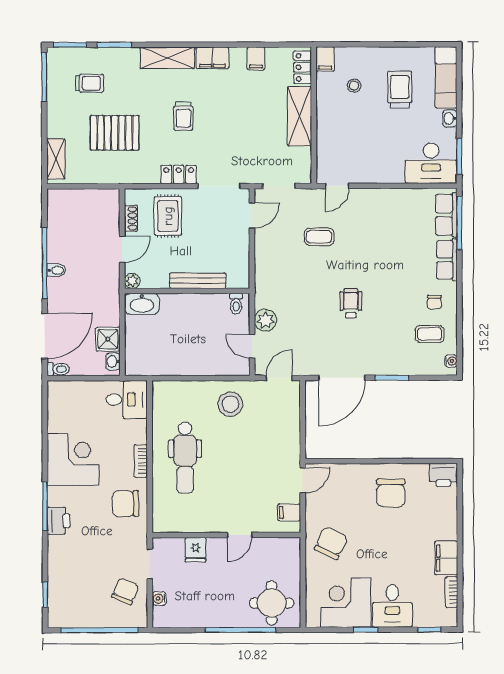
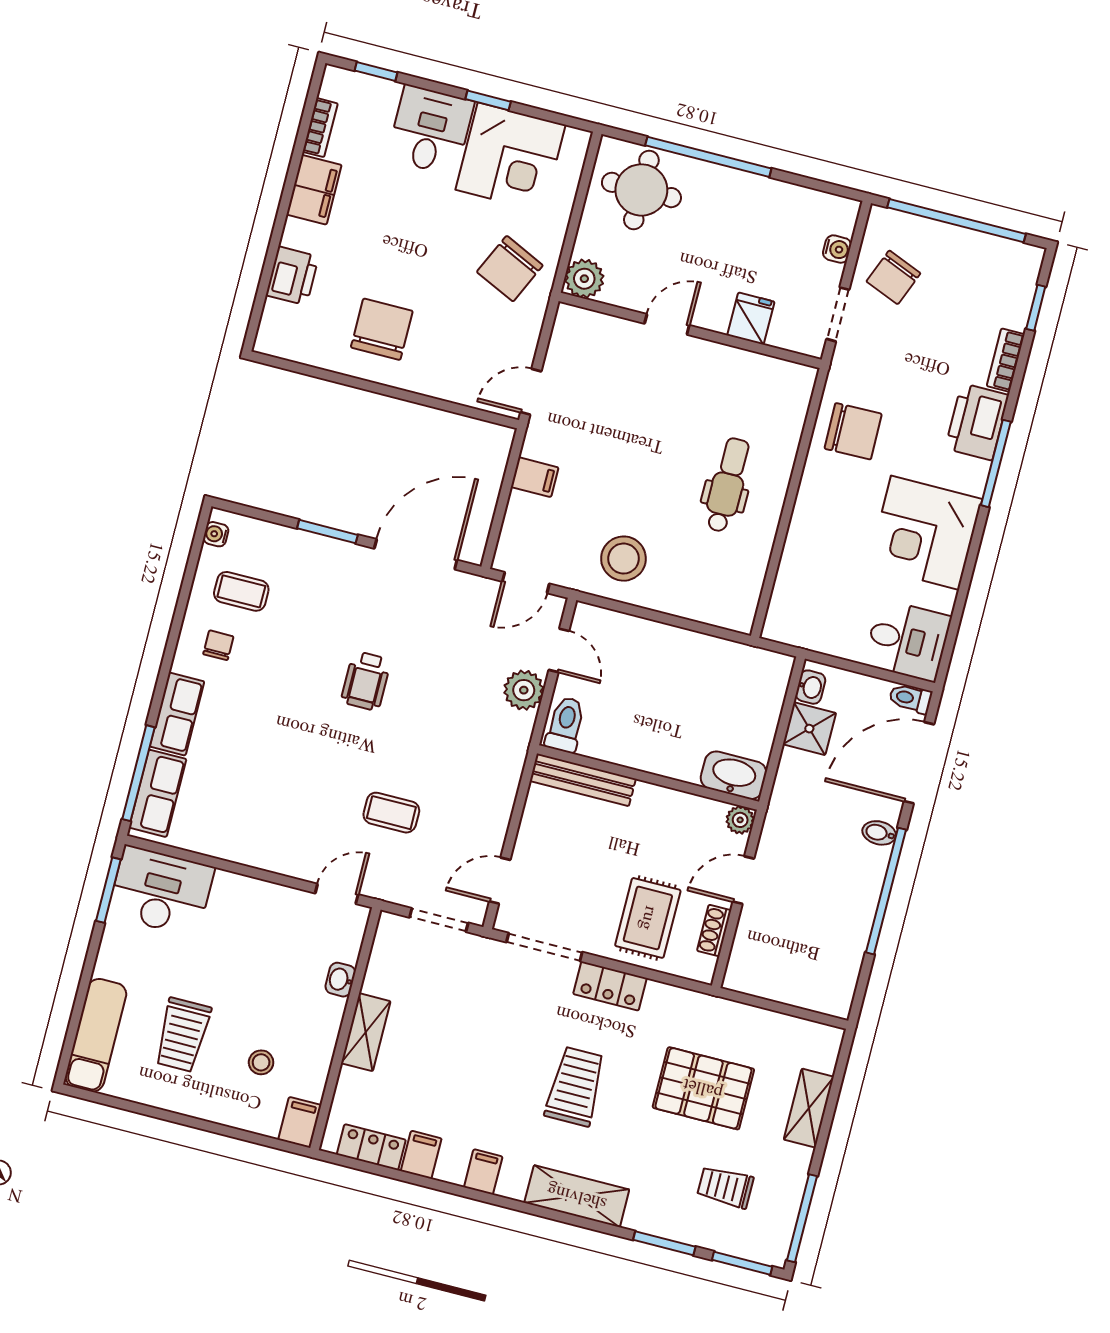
filing cabinet: (212, 58) -> (483, 1172), width x0.50
locker: (303, 67) -> (371, 1147), moved, turned -90
trolley: (183, 116) -> (575, 1086), width x1.36, depth x1.39
shelving: (299, 116) -> (366, 1032), width x0.67, depth x0.75
washbasin: (450, 118) -> (340, 980), moved, turned 180
shelving: (56, 159) -> (809, 1108), moved
bidet: (56, 270) -> (879, 833), moved
bench: (198, 281) -> (583, 780), moved
toilet: (236, 304) -> (565, 724), width x1.37, depth x1.39
desk: (127, 400) -> (907, 640), moved, turned 180
dental chair: (185, 458) -> (727, 485), width x0.73, depth x0.72
bookcase: (141, 461) -> (1006, 360), moved, turned 180
printer: (443, 475) -> (292, 276), moved, turned 90
filing cabinet: (289, 512) -> (535, 477), moved
printer: (59, 521) -> (977, 422), width x1.37, depth x1.19
plant: (290, 548) -> (584, 279), added

